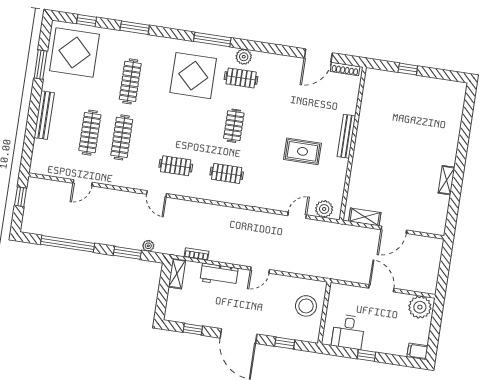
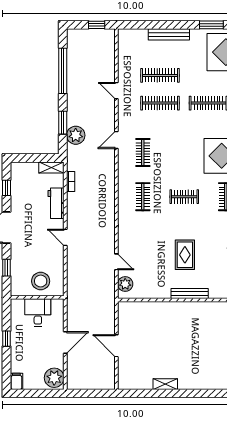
rug: (302, 151) -> (185, 255), moved
door: (83, 183) -> (116, 91), moved
shelving: (365, 217) -> (124, 319), removed
plant: (148, 246) -> (76, 135), width x1.87, depth x1.87
desk: (348, 332) -> (38, 313), moved, turned 90

